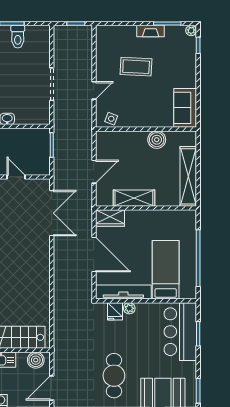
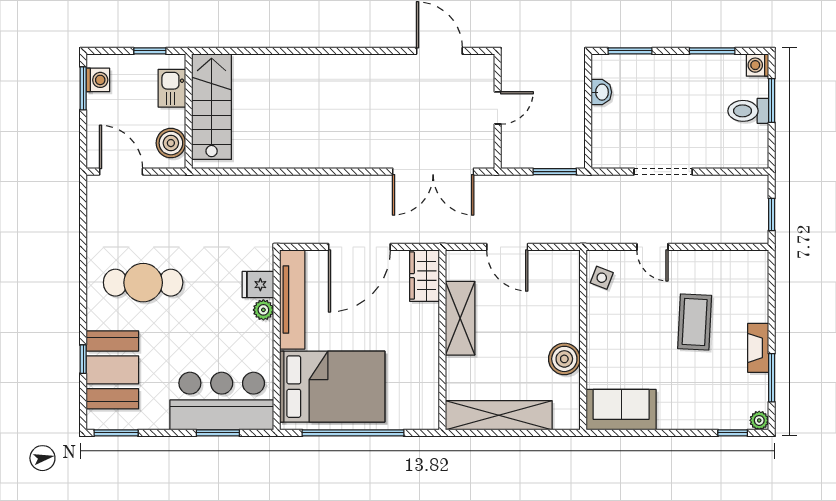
bed: (166, 270) -> (332, 387), width x1.50

